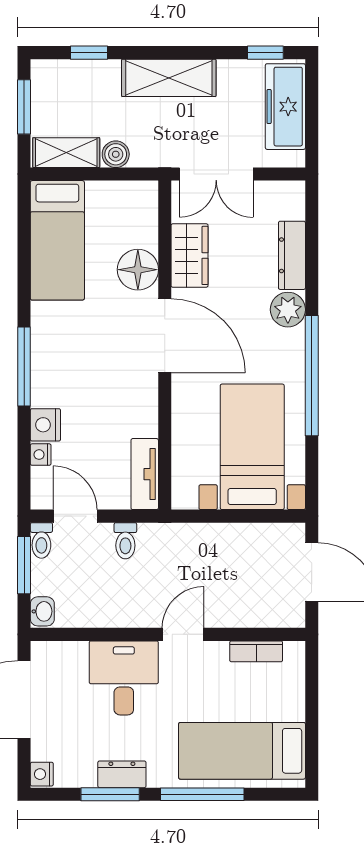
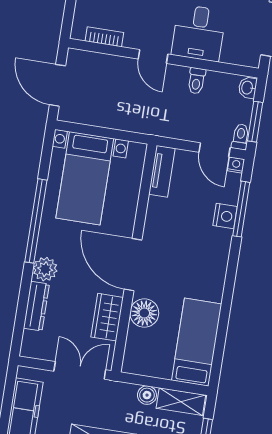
window: (24, 366) -> (241, 209), moved
nightstand: (41, 455) -> (236, 165), moved, turned -90
toilet: (125, 541) -> (196, 81), moved, turned 180
door: (183, 634) -> (153, 56), hinge flipped

